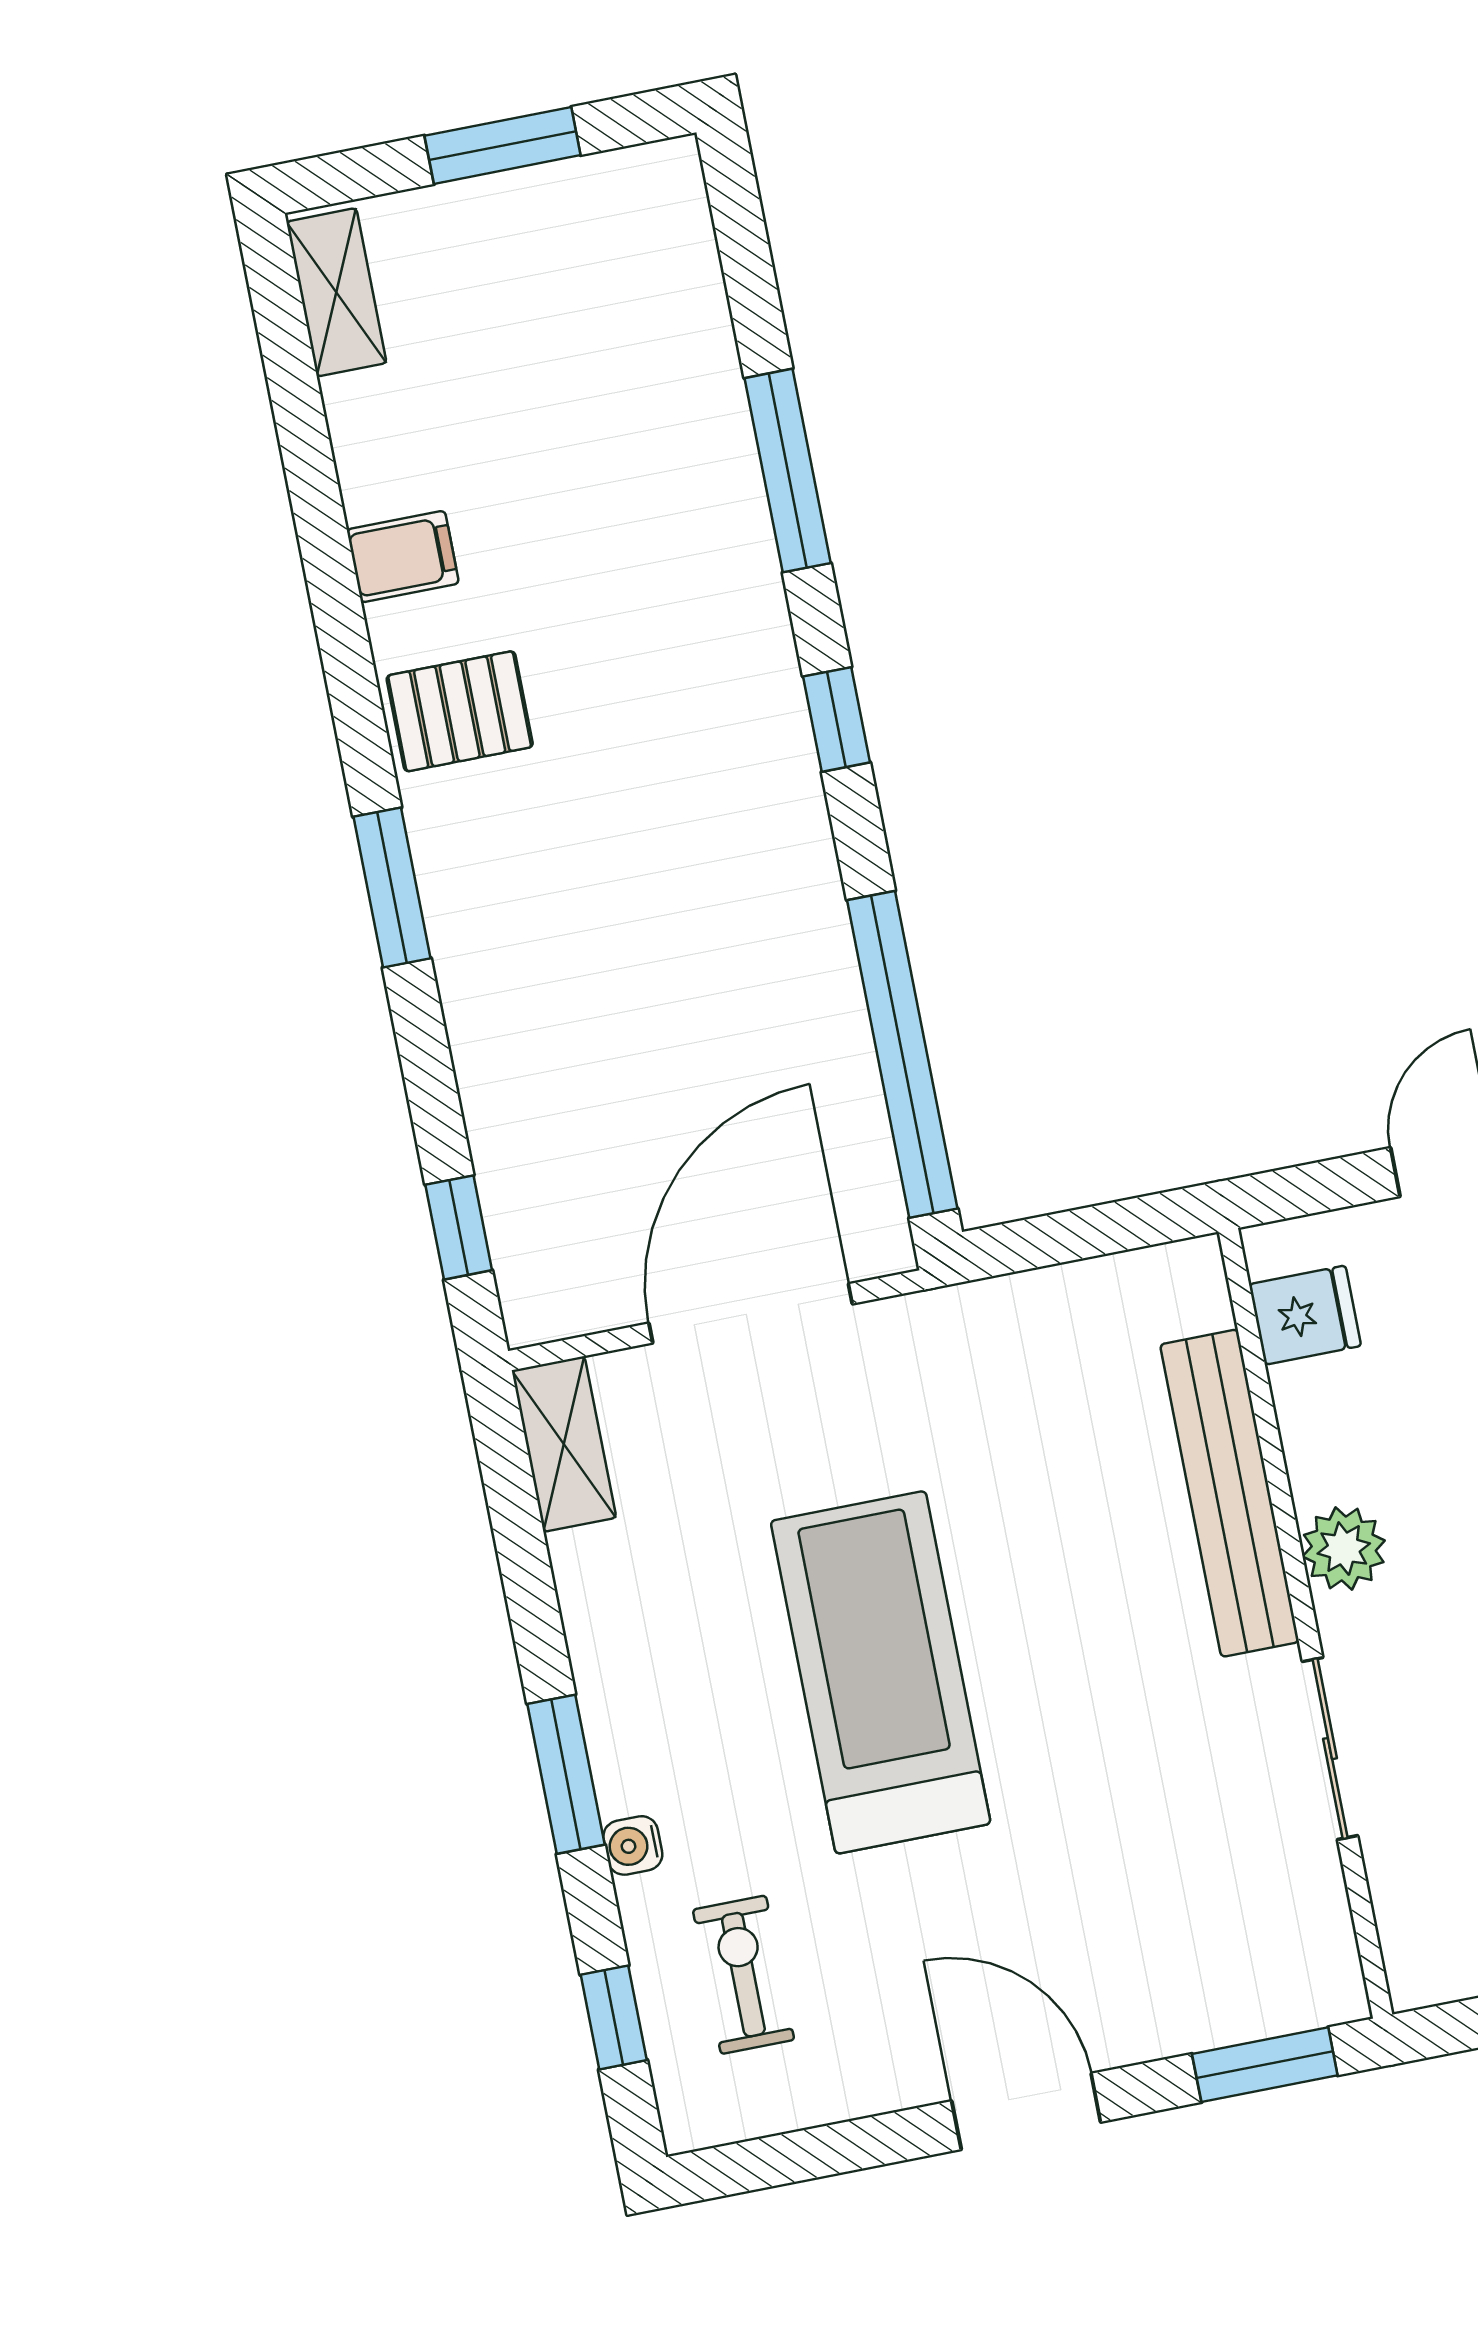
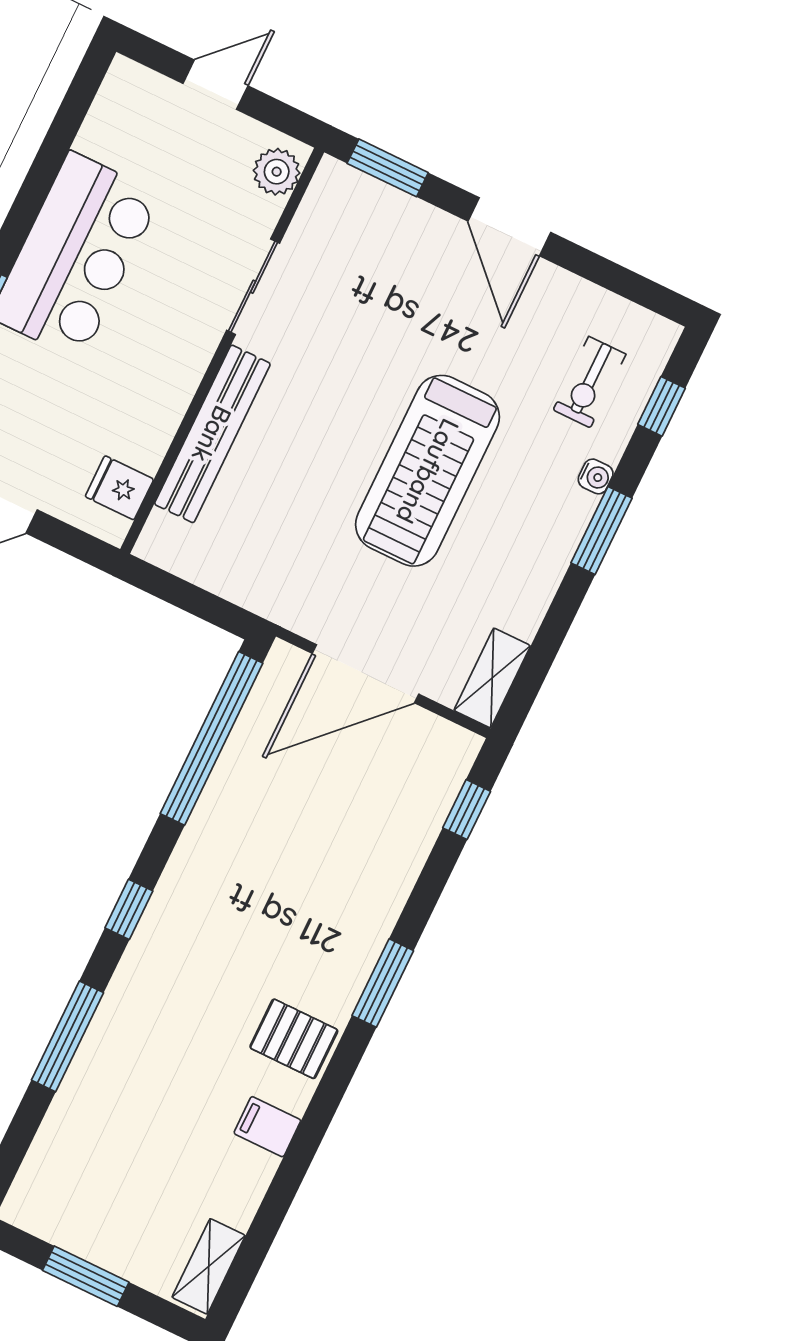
plant: (1344, 1548) -> (277, 172), moved

